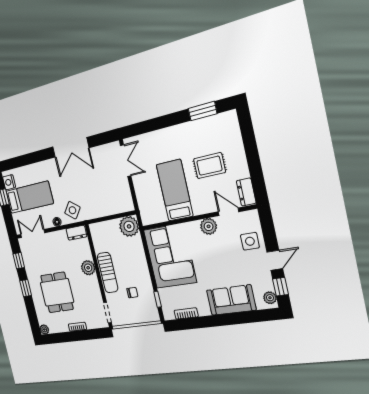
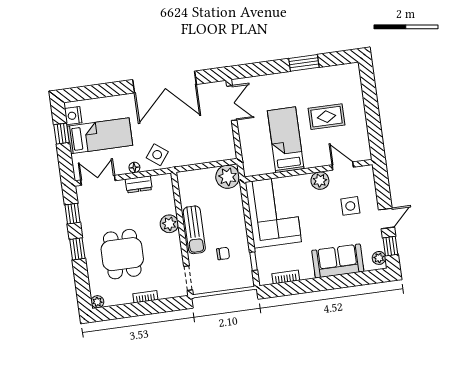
window: (203, 111) -> (304, 63), moved
double door: (71, 147) -> (164, 82), width x1.36
dresser: (246, 192) -> (363, 147), removed
dresser: (76, 233) -> (139, 184), moved
side table: (250, 241) -> (350, 206), moved

